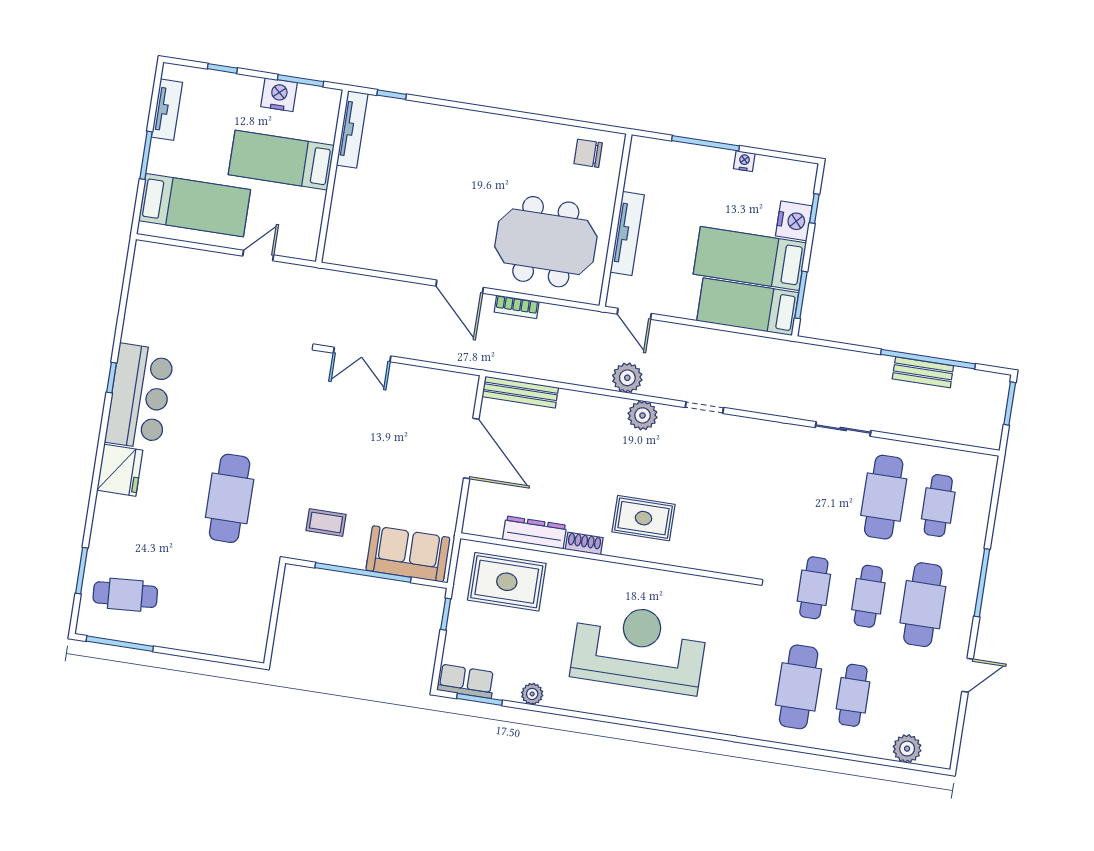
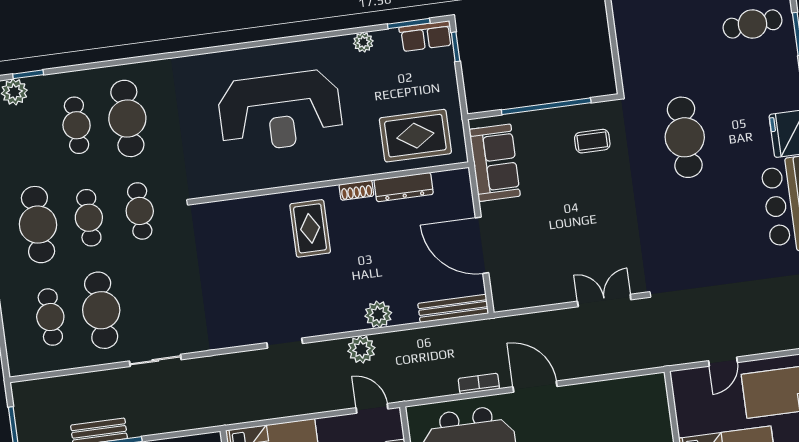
plant: (643, 415) -> (378, 314), moved
rug: (643, 518) -> (310, 228), turned 90
sofa: (408, 554) -> (495, 163), moved, turned -90
window: (446, 614) -> (456, 47), moved
window: (887, 763) -> (28, 74), added

